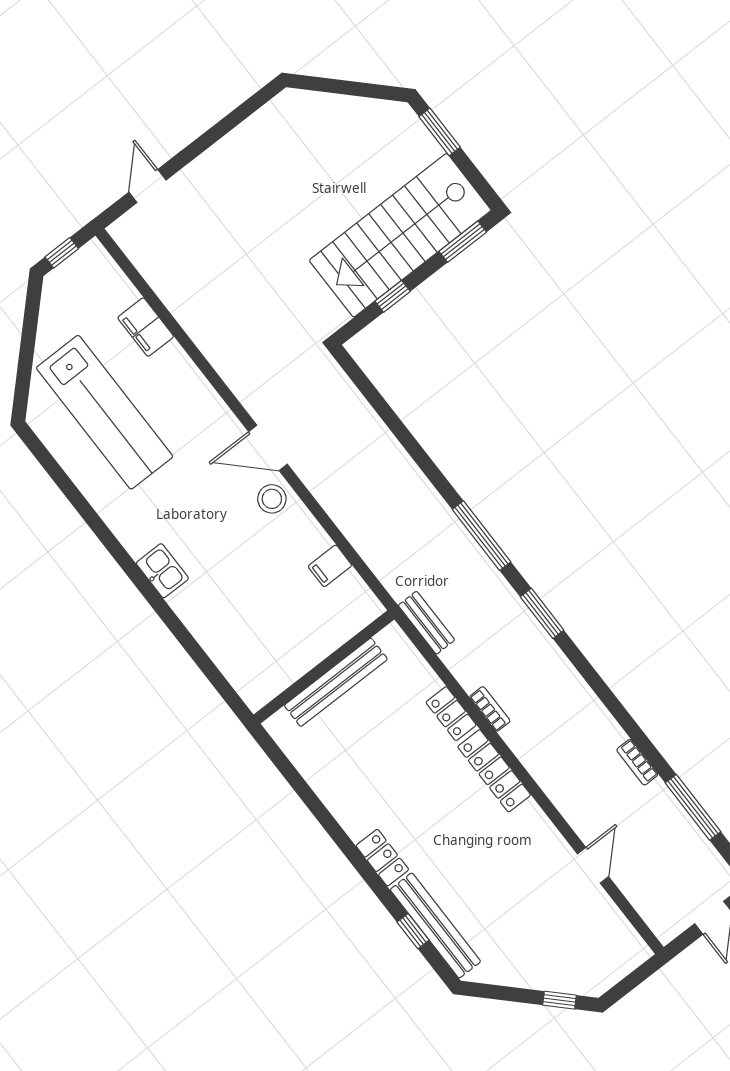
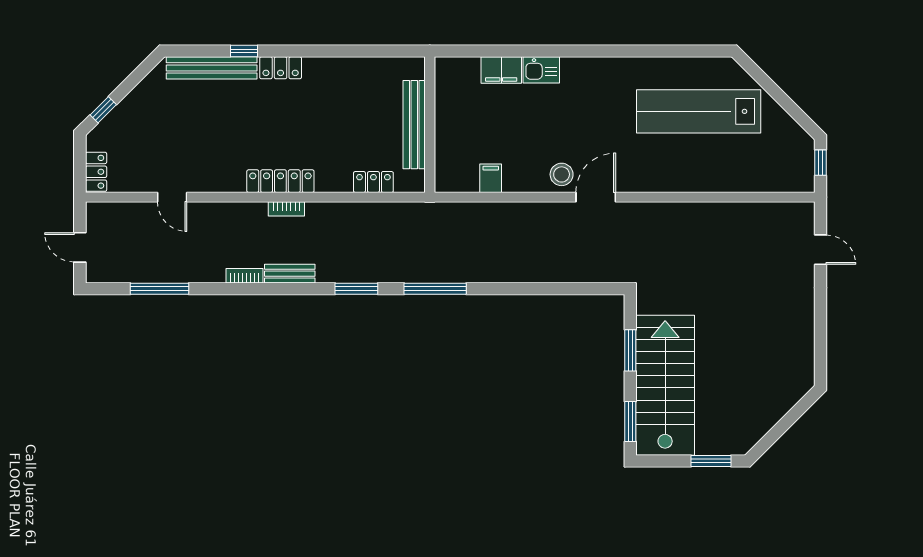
window: (393, 296) -> (630, 350), width x1.50
filing cabinet: (146, 327) -> (501, 70), moved, turned 180
kitchen sink: (162, 571) -> (541, 70), moved
bench: (426, 623) -> (290, 274), moved
bookcase: (490, 709) -> (286, 209), moved
locker: (451, 714) -> (373, 182), moved
bookcase: (637, 762) -> (244, 276), moved
window: (413, 931) -> (244, 51), moved
locker: (626, 960) -> (96, 172), added

